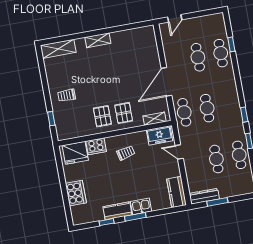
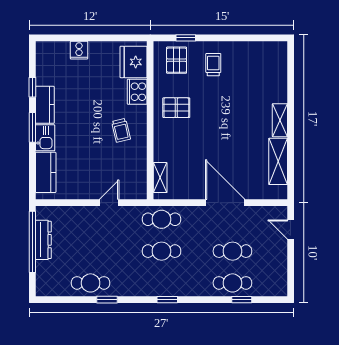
shelving: (58, 49) -> (278, 161), moved
door: (166, 82) -> (225, 203), moved
pallet: (124, 113) -> (177, 60), moved, turned 90
window: (244, 115) -> (167, 300), moved
freezer: (159, 135) -> (136, 180), removed
cafe table: (216, 159) -> (91, 251), removed
kitchen counter: (177, 192) -> (46, 172), moved, turned 90
cooker: (76, 193) -> (79, 50), width x0.53, depth x0.76
dresser: (204, 196) -> (43, 240), moved
window: (217, 202) -> (32, 242), width x2.11

